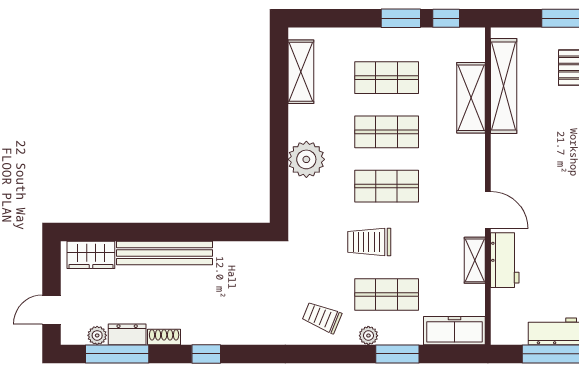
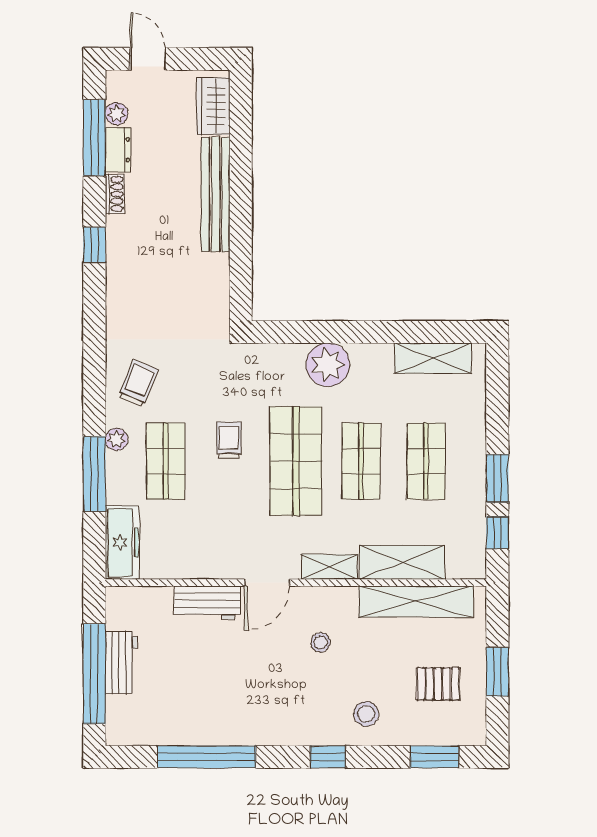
stool: (538, 165) -> (321, 642), added
shop shelf: (387, 186) -> (296, 461), width x1.43, depth x1.36
trolley: (369, 242) -> (229, 440), width x0.73, depth x0.72
shelving: (475, 260) -> (329, 567), moved
window: (397, 354) -> (94, 474), width x1.44

